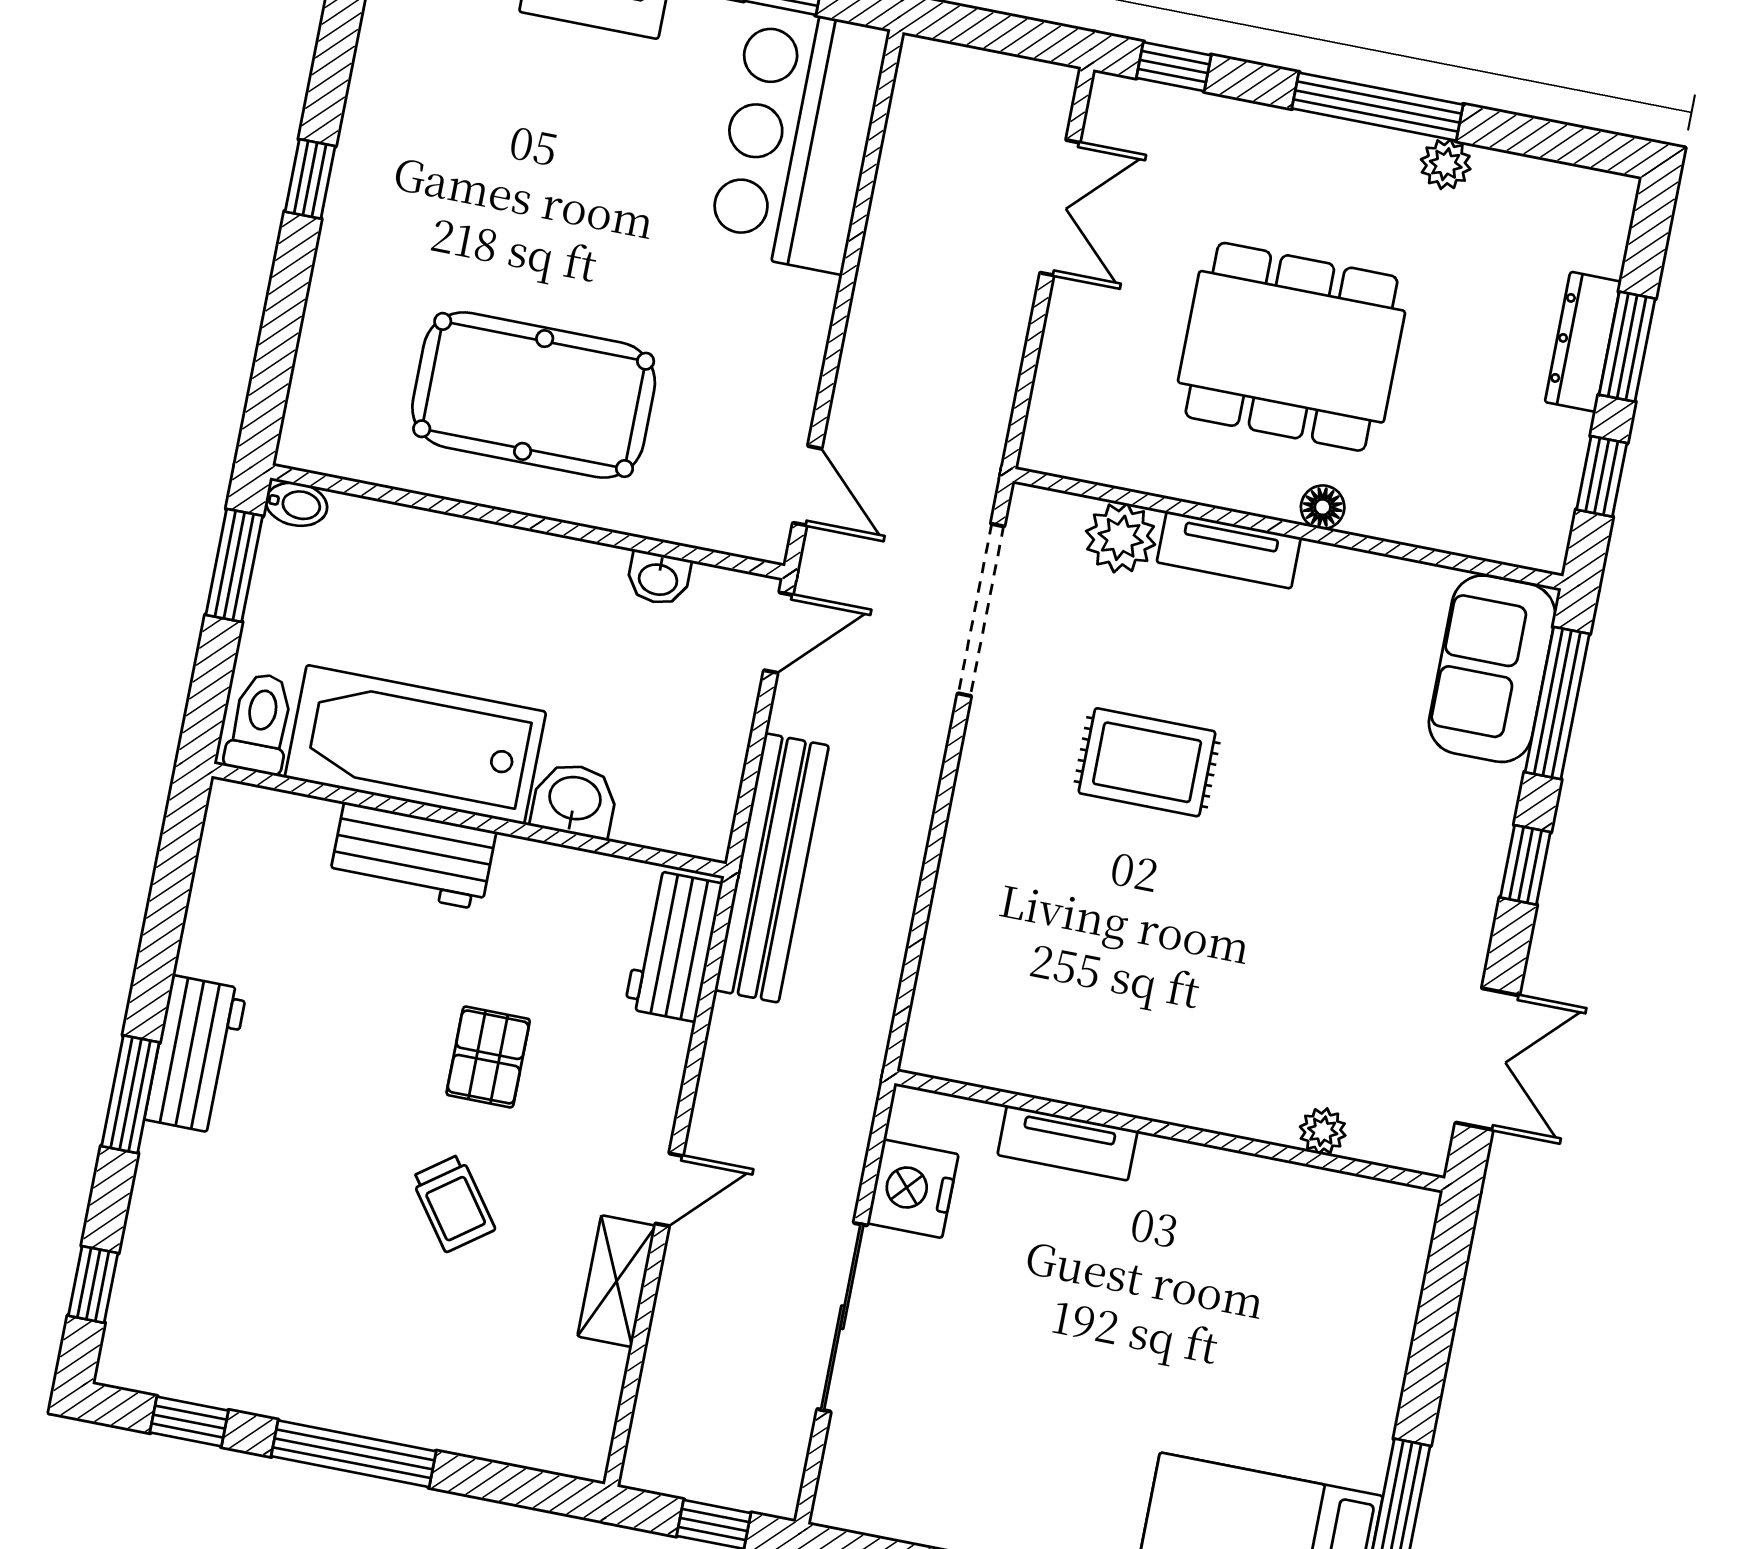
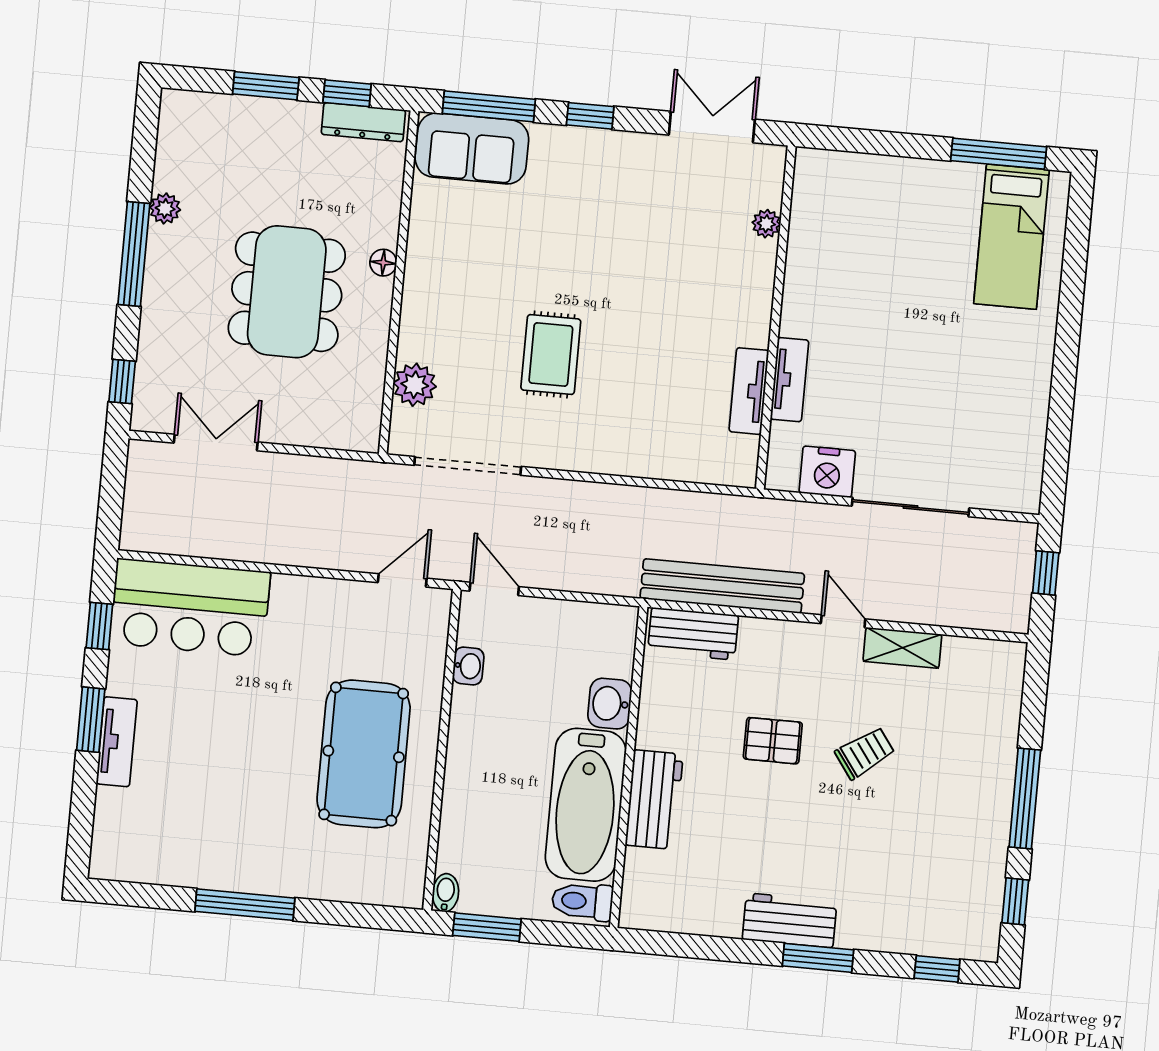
window: (310, 179) -> (245, 905), width x2.17
dresser: (1583, 342) -> (363, 122), moved
tv unit: (1229, 550) -> (749, 391), moved, turned 180
bench: (772, 868) -> (722, 586), moved

